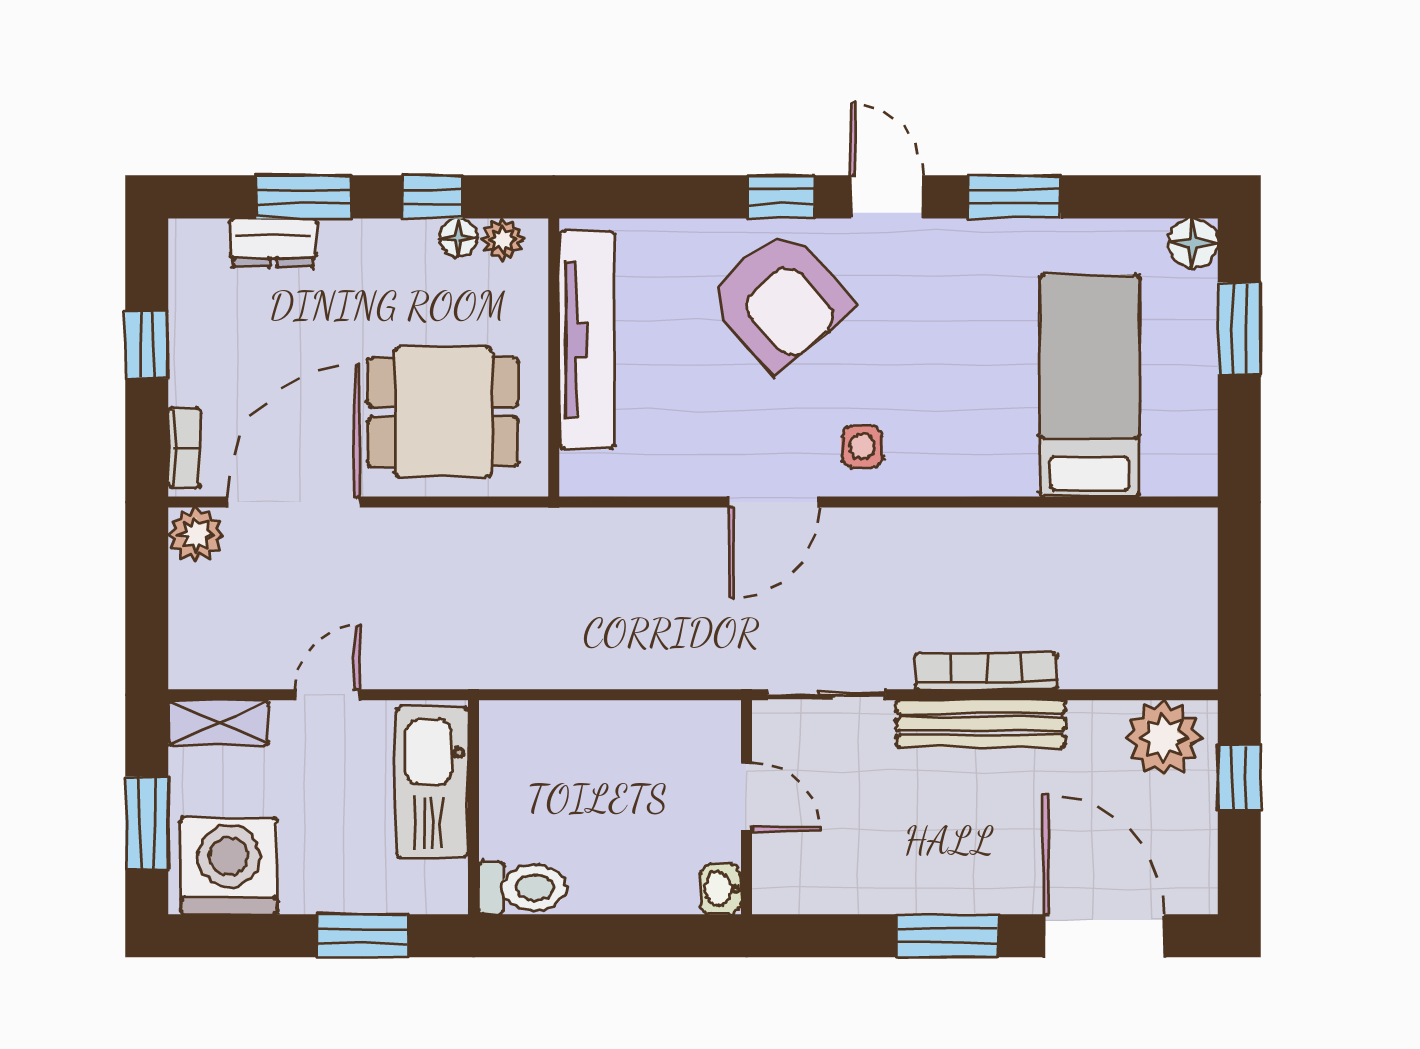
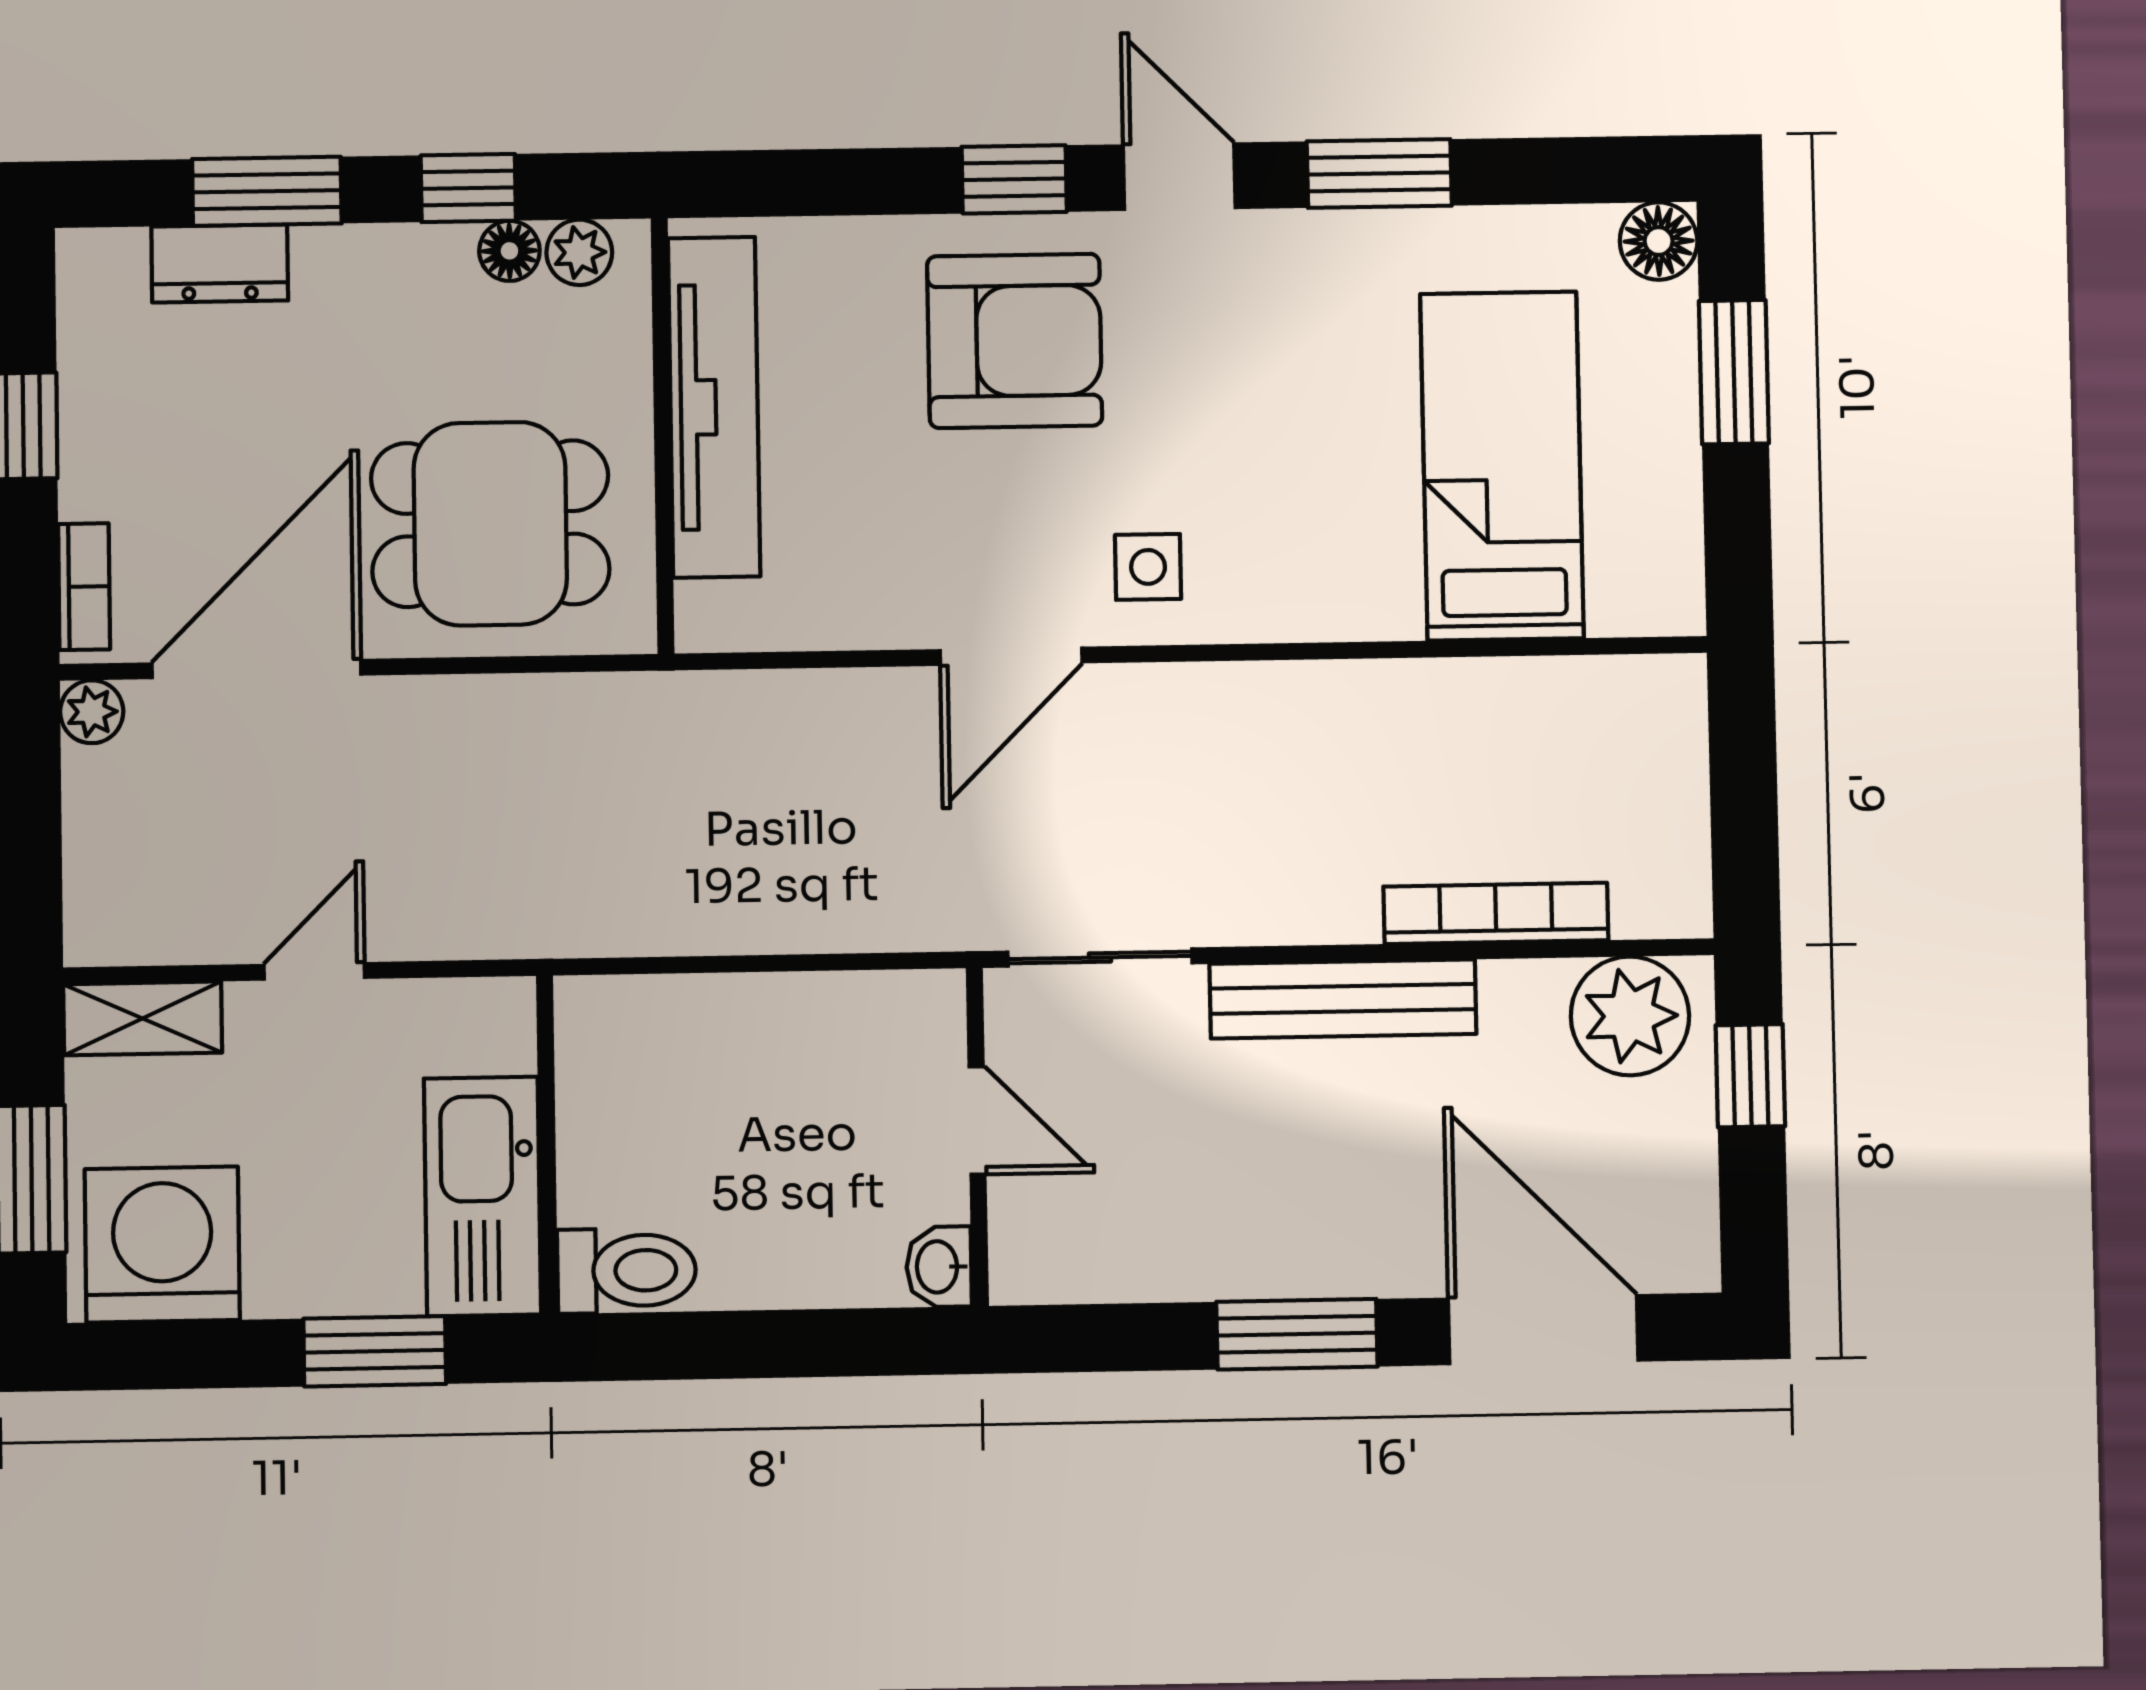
armchair: (780, 300) -> (1015, 341), turned -49
plant: (196, 535) -> (92, 712), width x0.73, depth x0.73
bookcase: (986, 671) -> (1496, 913), moved
kitchen sink: (432, 782) -> (482, 1196), moved

